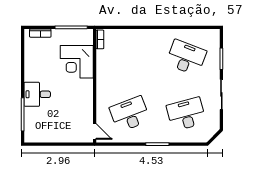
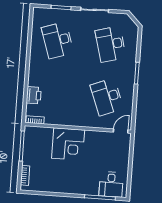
printer: (126, 36) -> (34, 95), added
desk: (186, 57) -> (58, 40), turned -39
corner desk: (77, 62) -> (68, 144), moved
desk: (37, 94) -> (111, 184), moved

